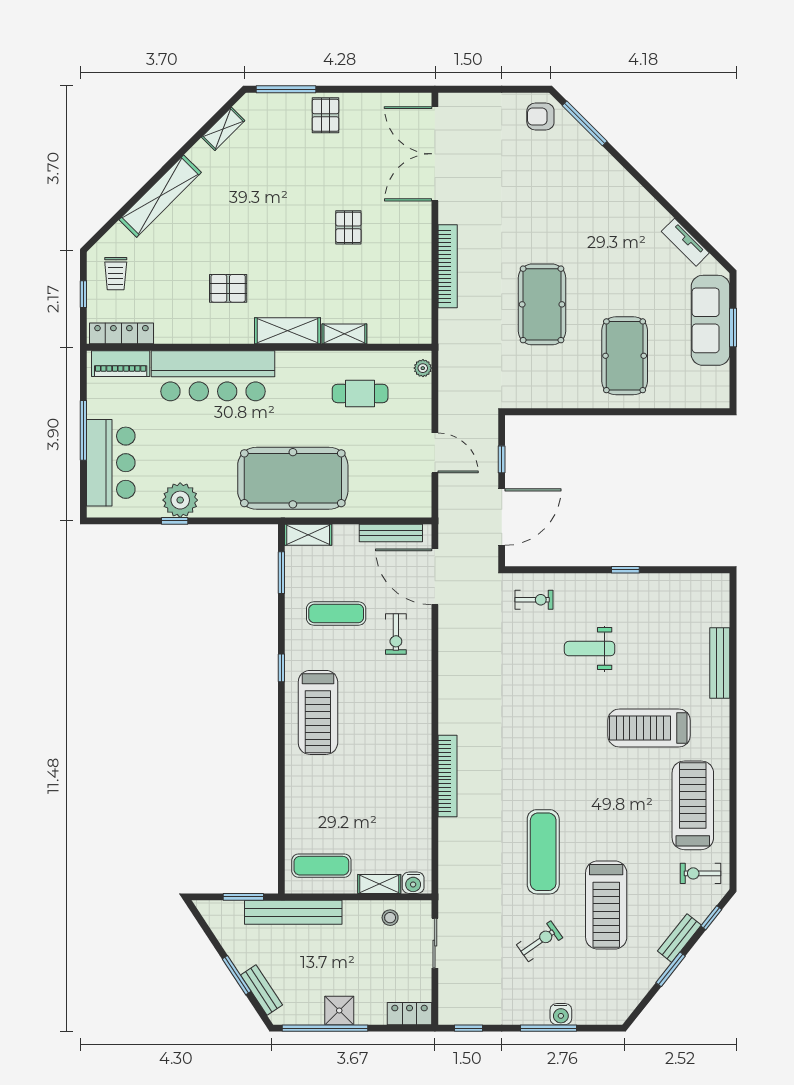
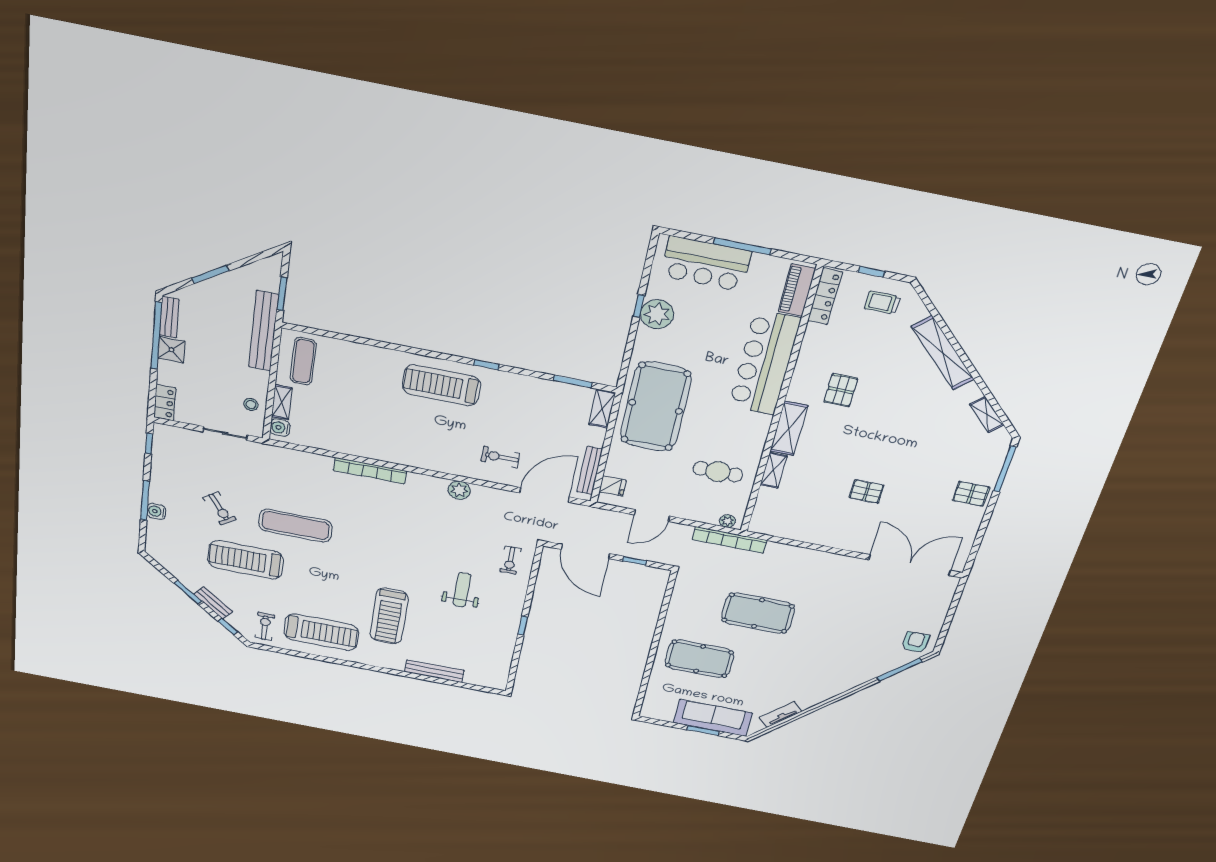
bookcase: (448, 266) -> (730, 540), moved
cafe table: (360, 393) -> (718, 472), turned 90
fridge: (406, 504) -> (613, 486), added
exercise mat: (336, 614) -> (527, 416), removed
plant: (451, 673) -> (459, 490), added
treadmill: (649, 728) -> (389, 616), turned 180
bench: (261, 990) -> (169, 317), moved, turned -57

